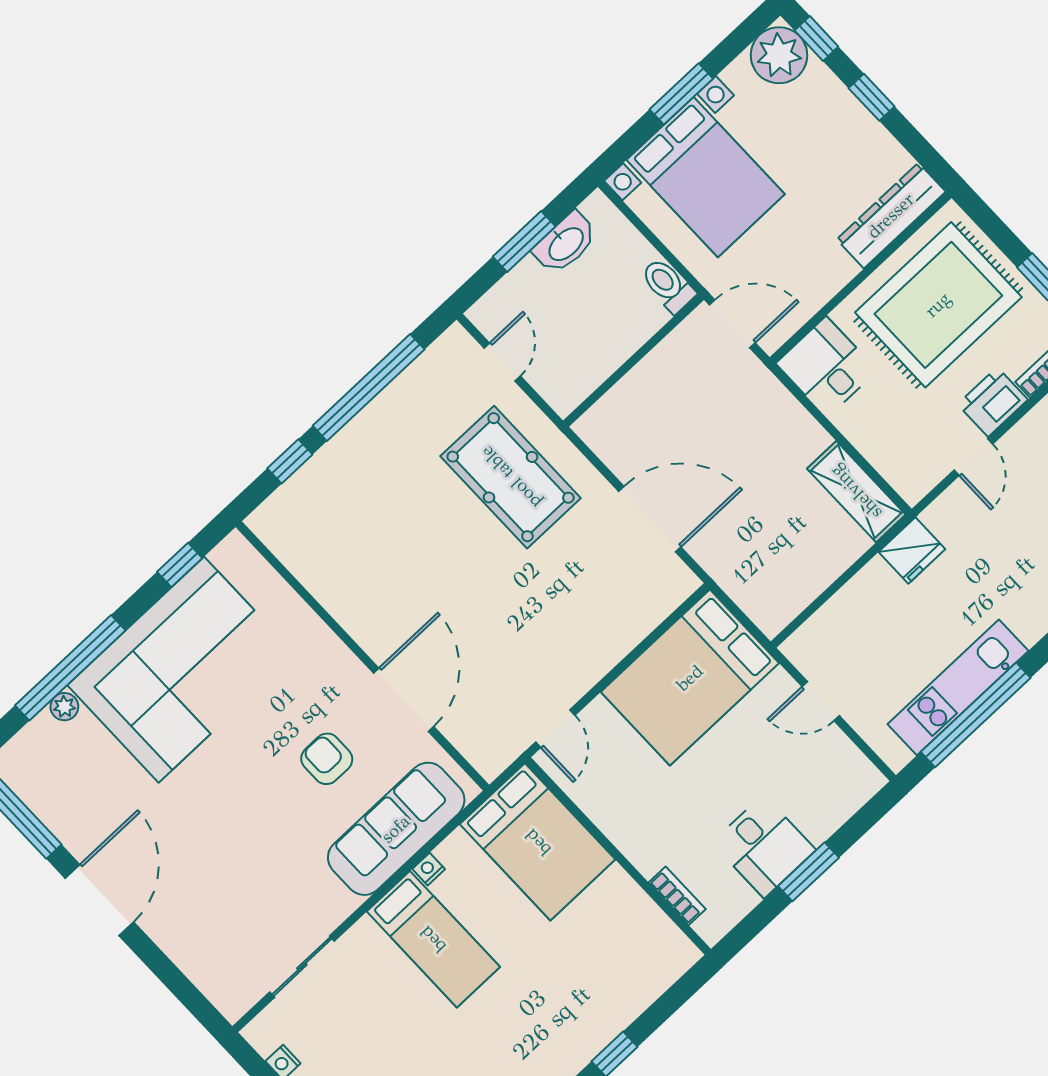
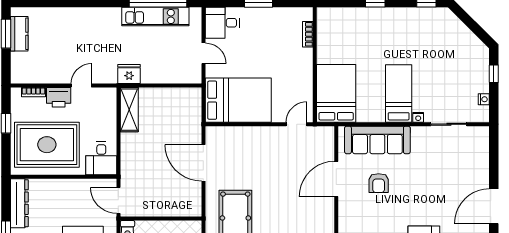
dresser: (891, 216) -> (19, 203), moved, turned -90
desk: (764, 846) -> (222, 23), moved, turned -90
nightstand: (429, 869) -> (418, 117), moved

